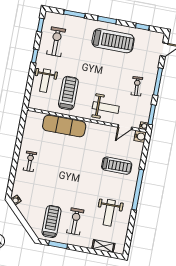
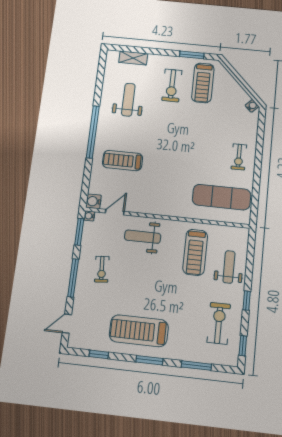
exercise bike: (56, 42) -> (219, 323), turned 180
exercise mat: (64, 126) -> (222, 197), moved

